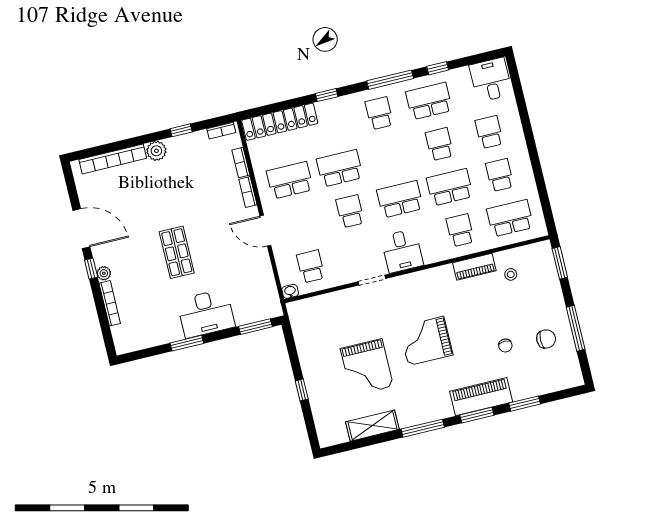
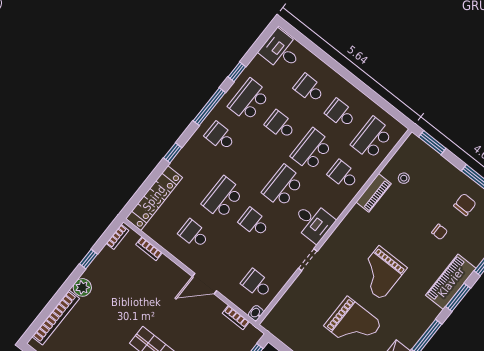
school desk: (290, 180) -> (194, 234), width x0.54
bookcase: (248, 192) -> (236, 318), moved

